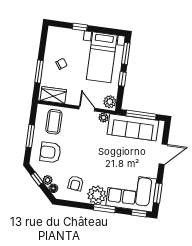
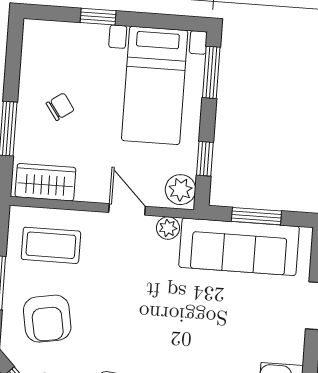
window: (122, 79) -> (205, 159), moved
window: (141, 115) -> (256, 216), width x0.69
coffee table: (54, 122) -> (51, 245), turned 90
armchair: (50, 152) -> (47, 319), turned -100

